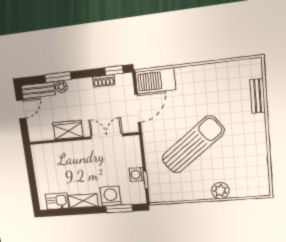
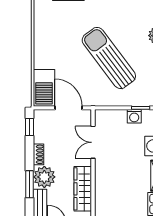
shoe rack: (104, 81) -> (38, 154), moved
plant: (61, 87) -> (44, 177), width x1.88, depth x1.88
wardrobe: (68, 130) -> (83, 189), width x1.50

